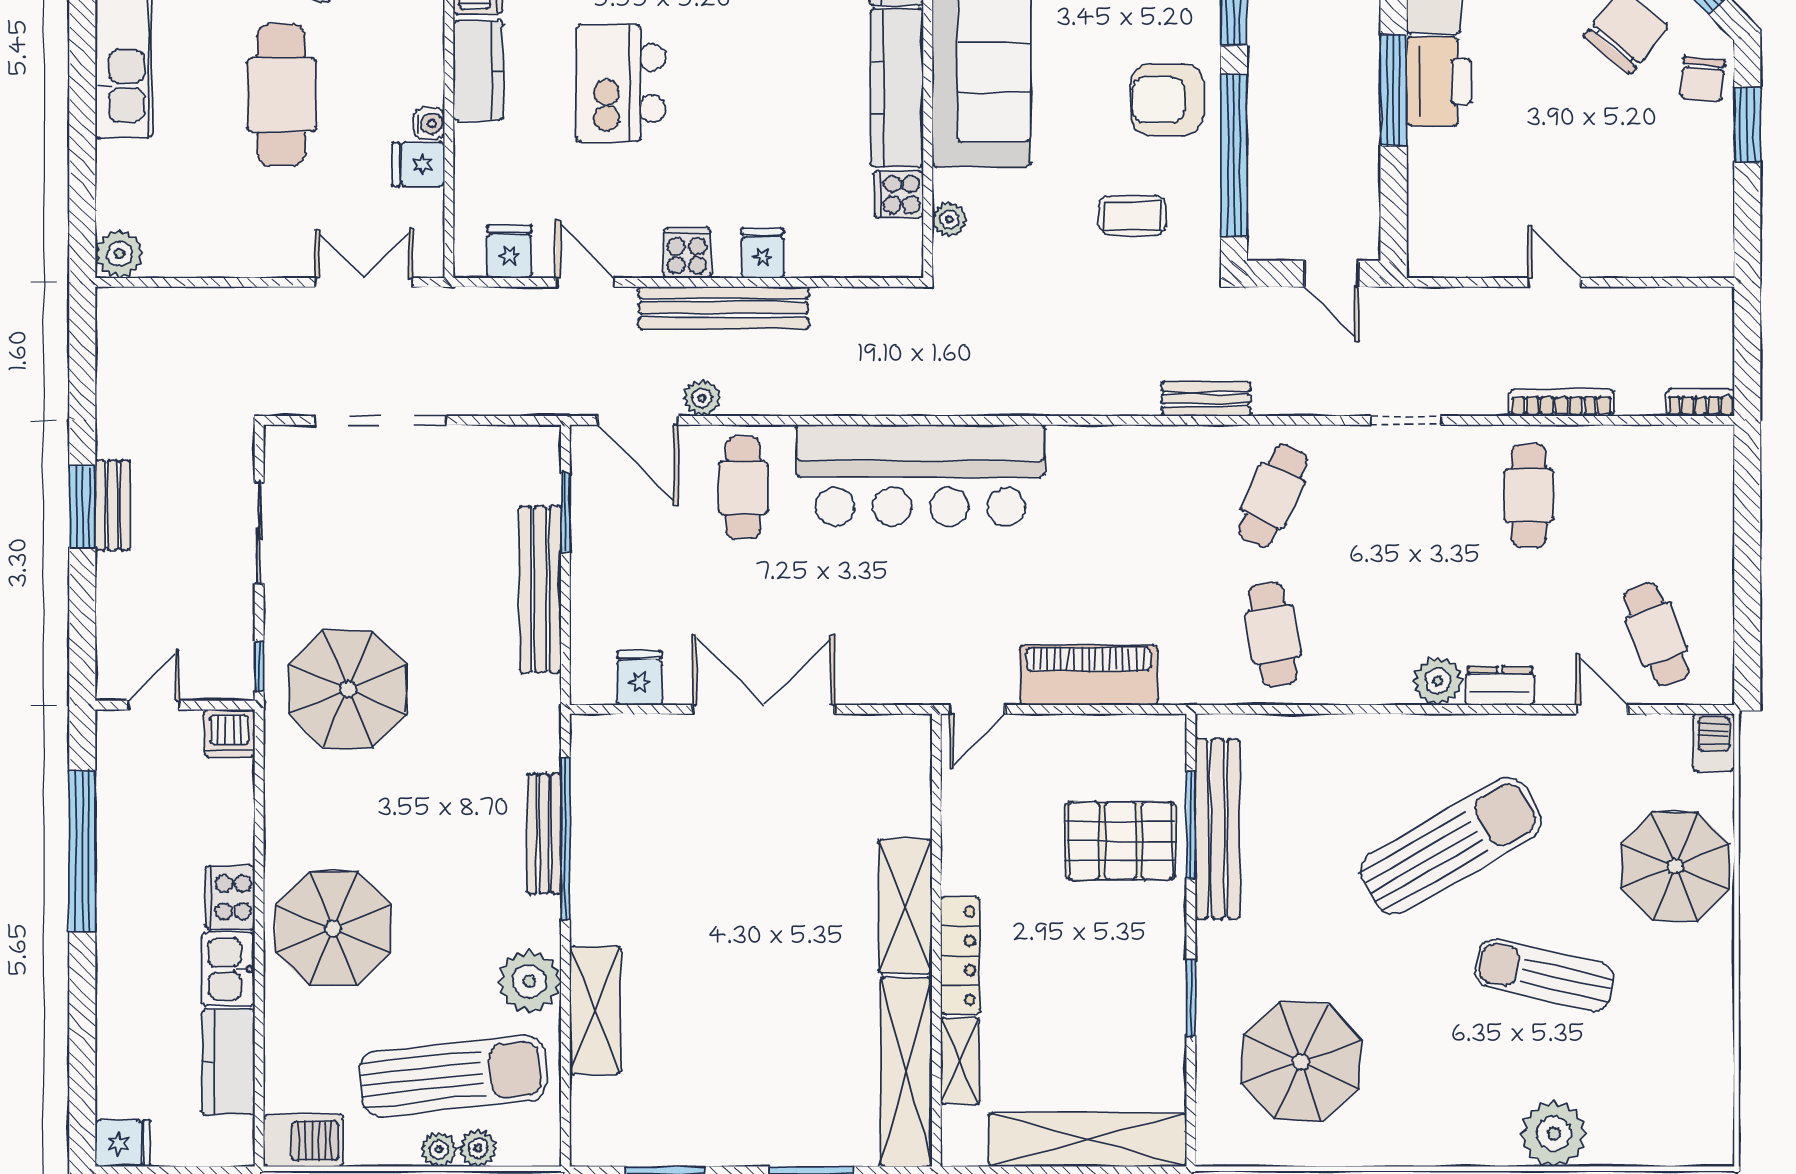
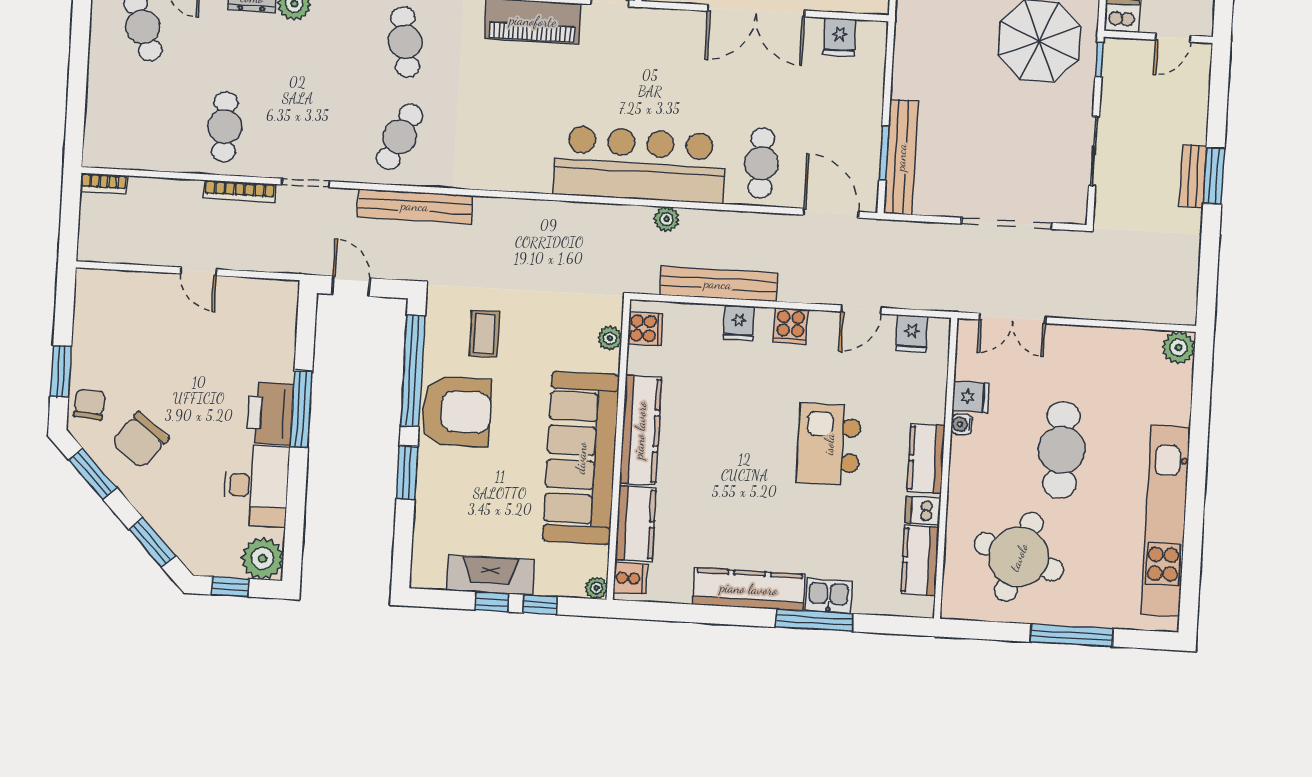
kitchen island: (621, 83) -> (829, 444), turned 180
armchair: (1167, 100) -> (456, 411), width x1.36, depth x1.36
cooker: (899, 194) -> (645, 329), moved
coffee table: (1132, 216) -> (485, 334), turned 90
door: (585, 282) -> (861, 310), hinge flipped
bench: (724, 308) -> (718, 284), moved
plant: (702, 398) -> (666, 219), moved
bench: (1206, 399) -> (415, 206), width x1.86, depth x1.21
bookcase: (1561, 403) -> (240, 191), moved
bench: (540, 589) -> (901, 157), moved

